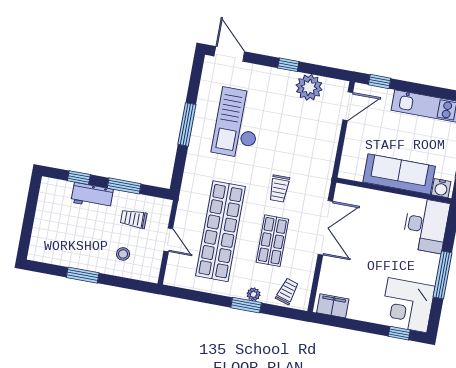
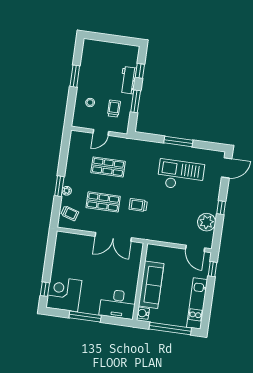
shop shelf: (221, 231) -> (108, 167), width x0.50, depth x0.74
filing cabinet: (333, 306) -> (61, 244), removed

